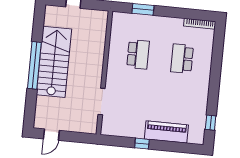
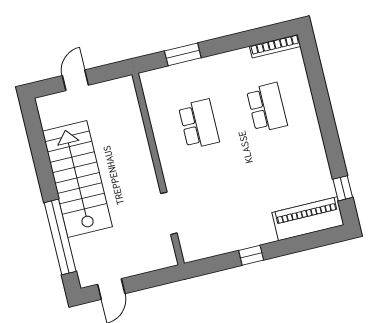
school desk: (182, 59) -> (267, 108), turned 180
window: (34, 65) -> (60, 237), moved
piano: (166, 132) -> (308, 219), moved

